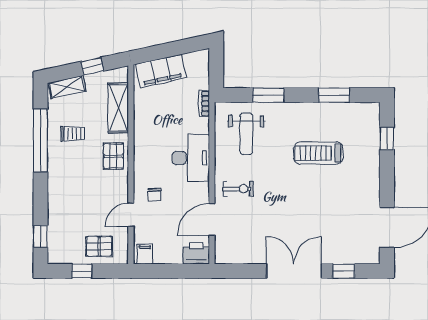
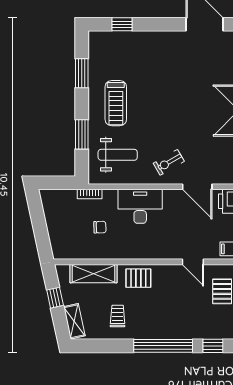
filing cabinet: (161, 71) -> (59, 234), removed
window: (40, 140) -> (163, 346), moved
treadmill: (318, 153) -> (116, 103), moved
exercise bike: (238, 189) -> (169, 162), turned -120
chair: (155, 195) -> (100, 227), moved

